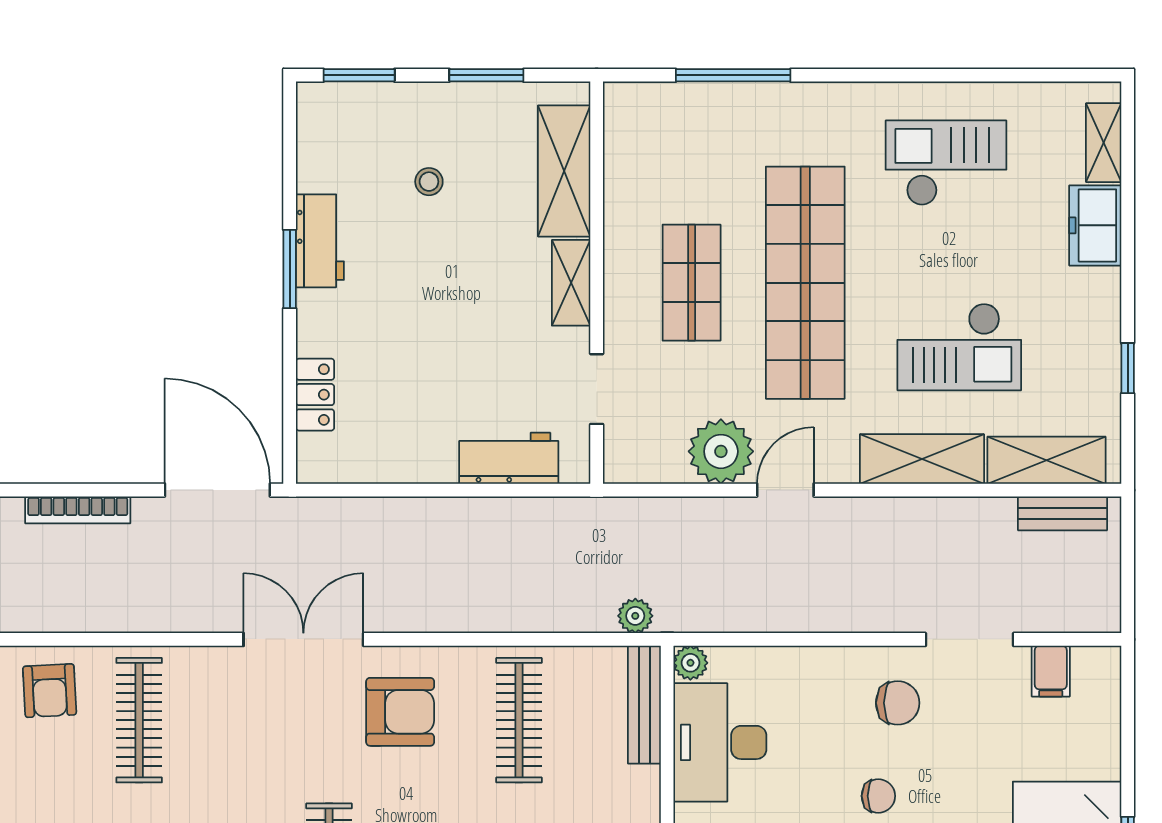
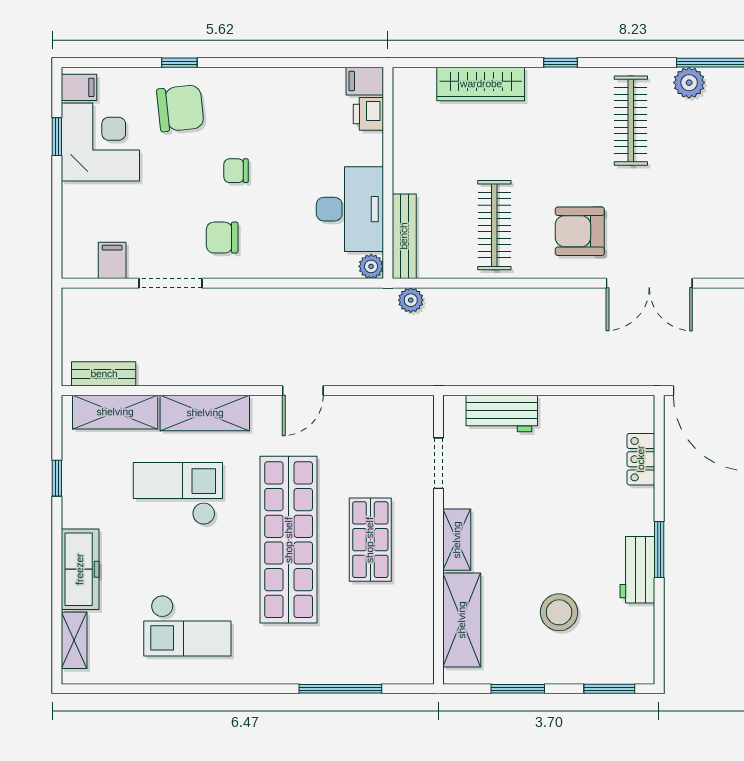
stool: (429, 182) -> (559, 612), width x1.89, depth x1.89
freezer: (1095, 225) -> (80, 569), width x1.40
plant: (721, 451) -> (349, 418), removed

